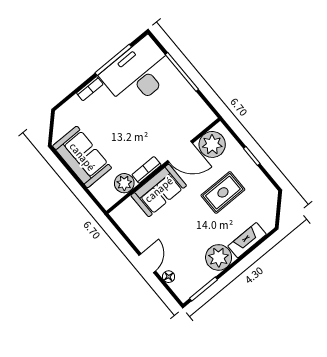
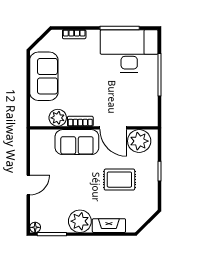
bookcase: (90, 89) -> (74, 34), moved
floor lamp: (169, 277) -> (35, 227), moved

